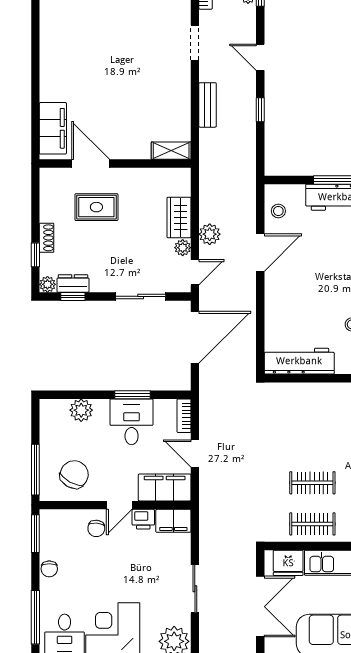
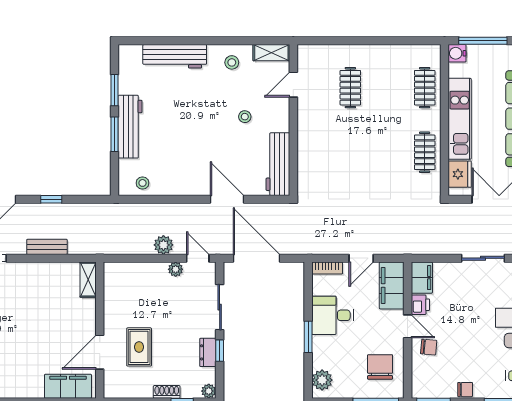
wardrobe: (179, 217) -> (148, 273), removed
door: (260, 253) -> (227, 199), moved
dresser: (73, 284) -> (208, 352), moved
window: (73, 296) -> (220, 351), moved
window: (133, 395) -> (308, 337), moved
plant: (81, 410) -> (322, 380), moved
chair: (74, 474) -> (380, 367), turned 61
clothes rail: (312, 483) -> (388, 152), removed

